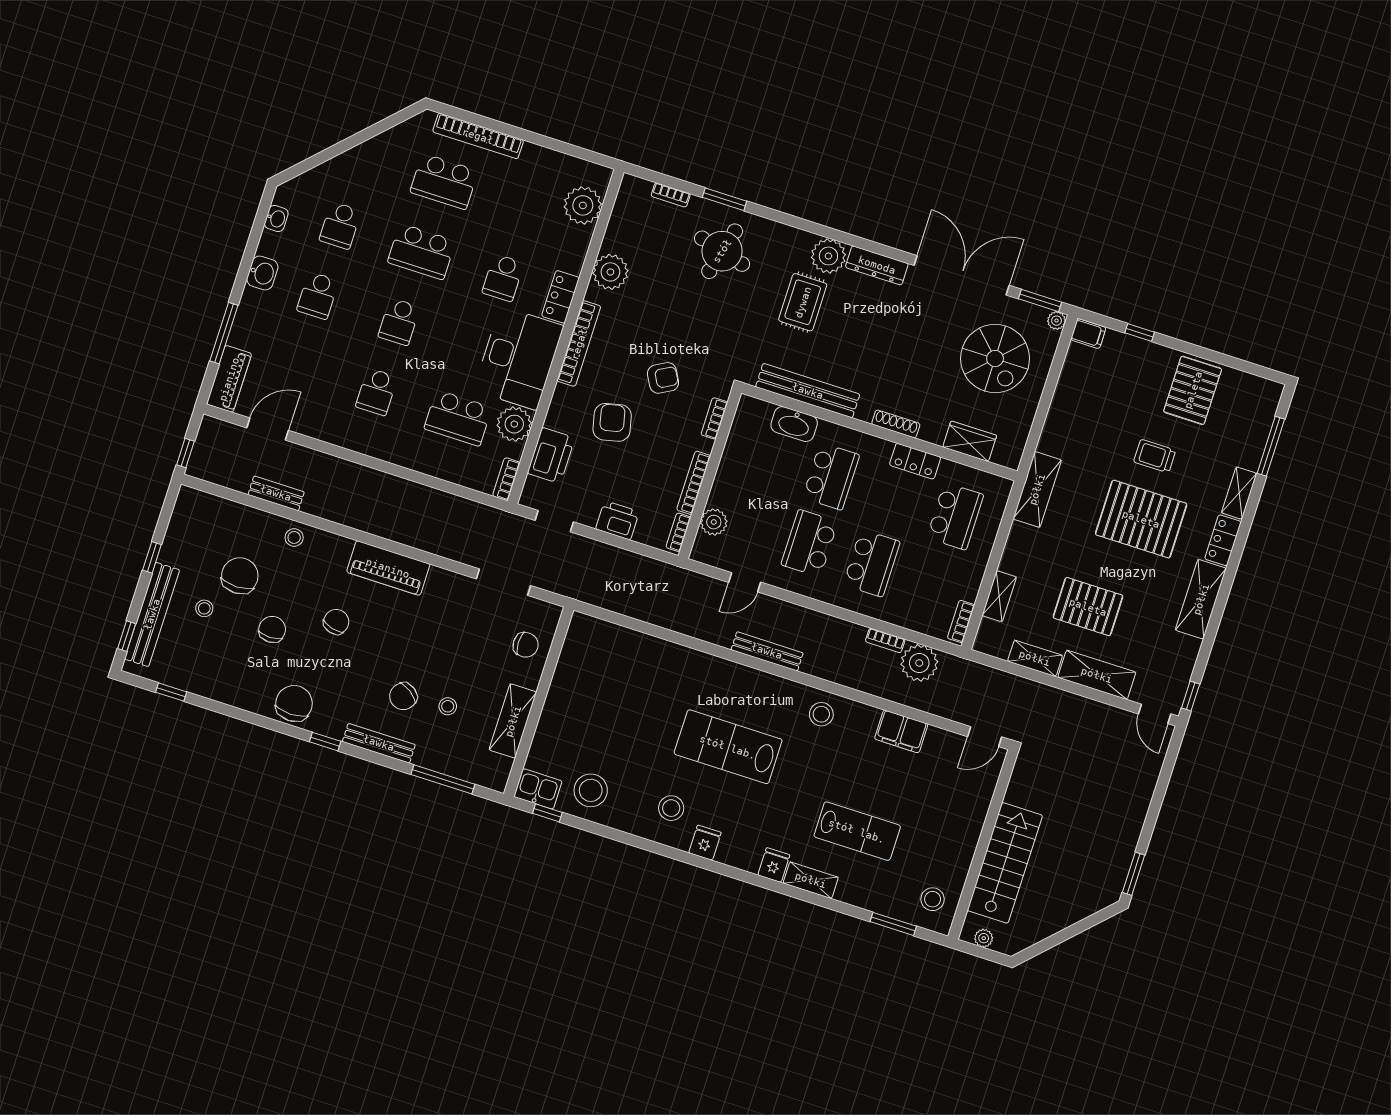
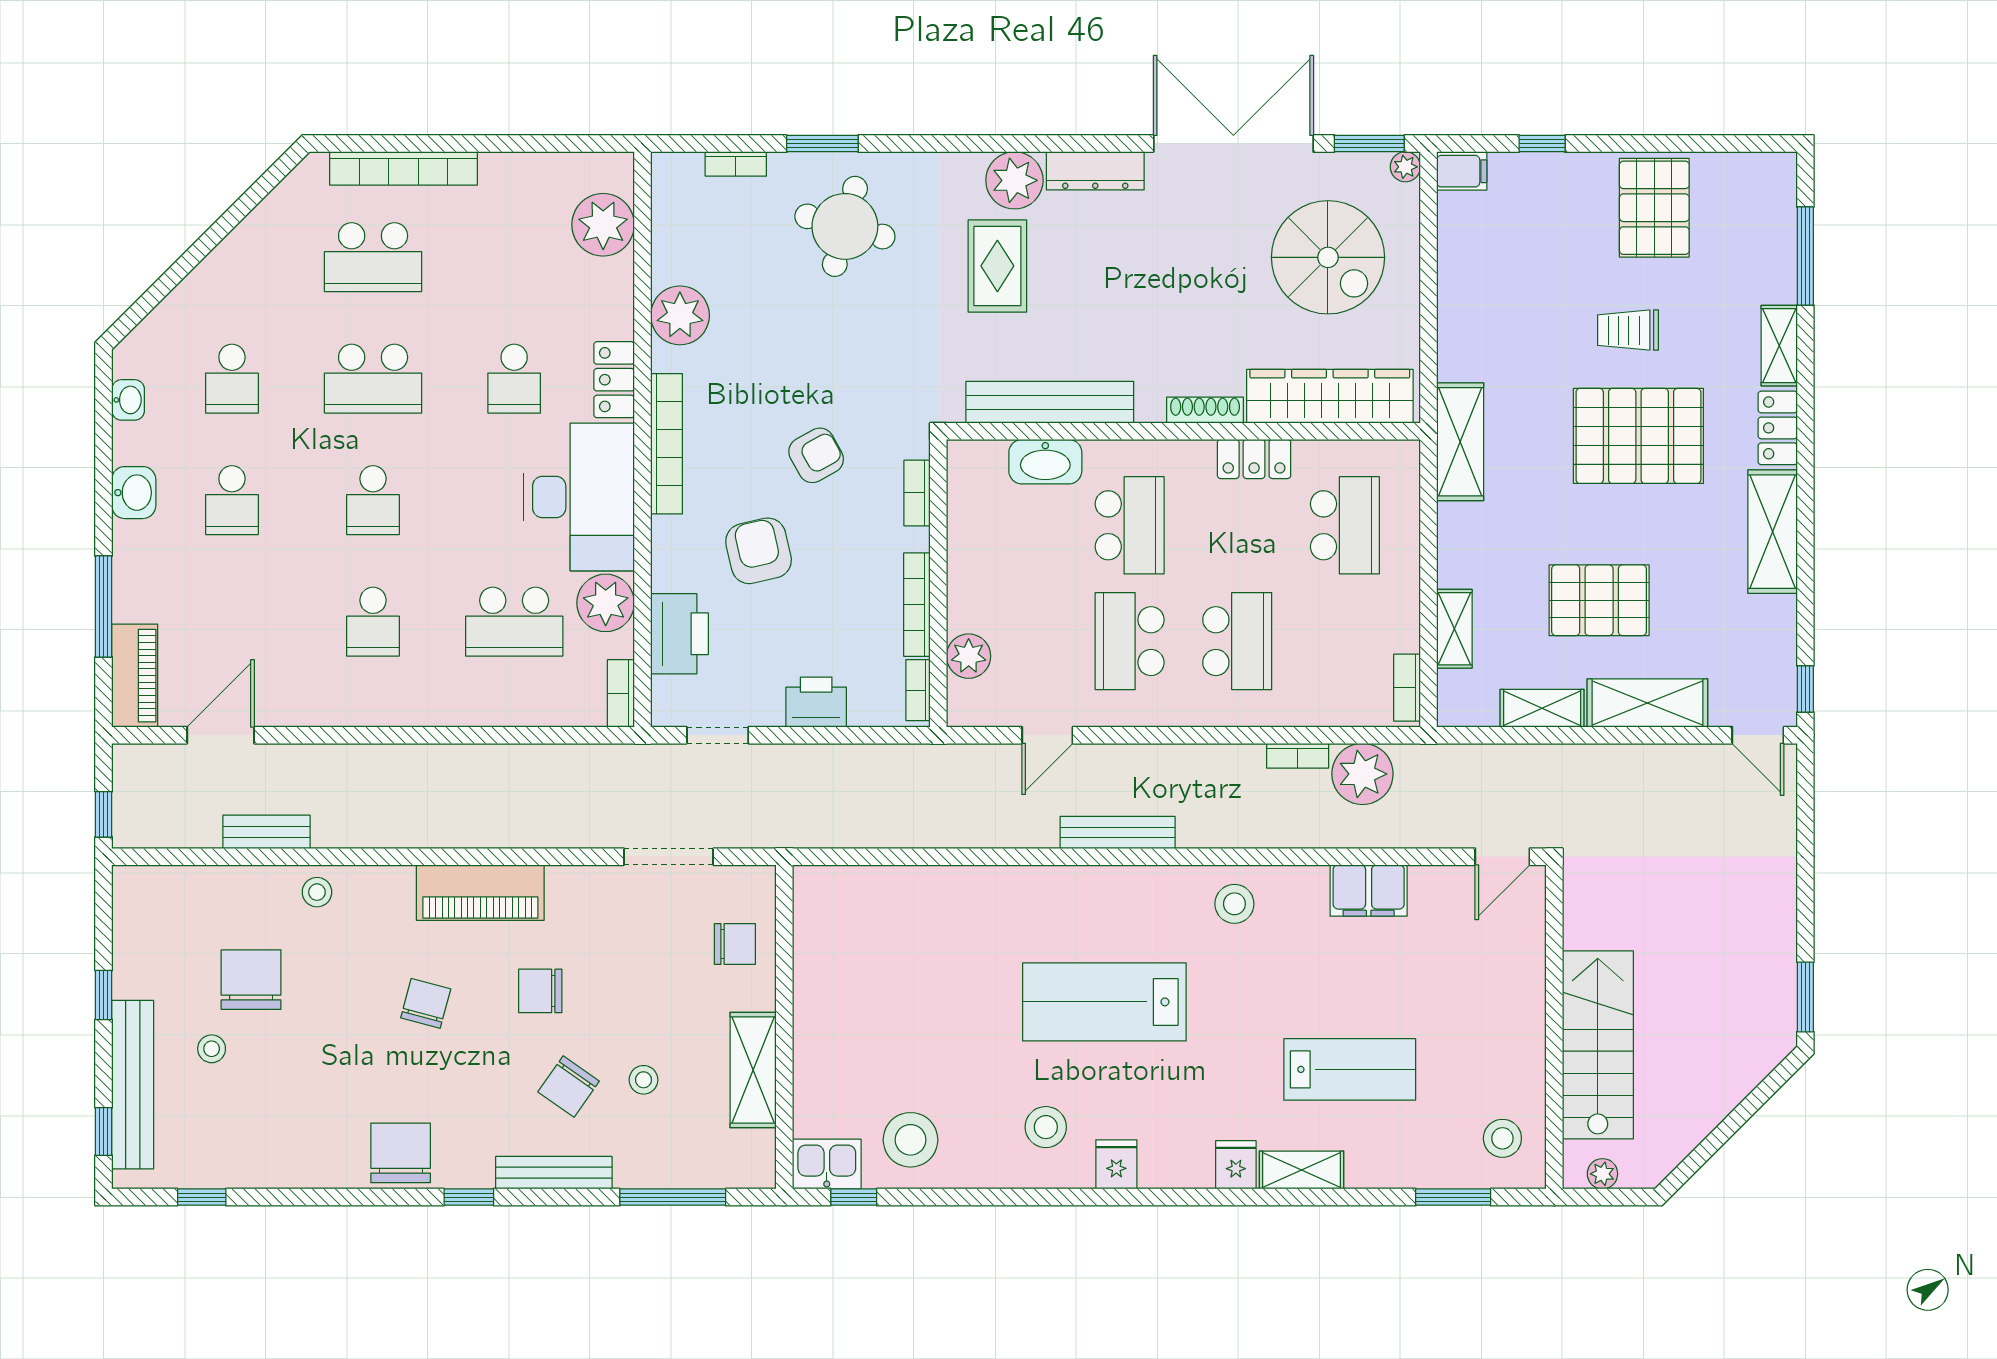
wardrobe: (970, 441) -> (1330, 396), width x2.10, depth x1.17
chair: (272, 629) -> (540, 991), moved, turned -90

